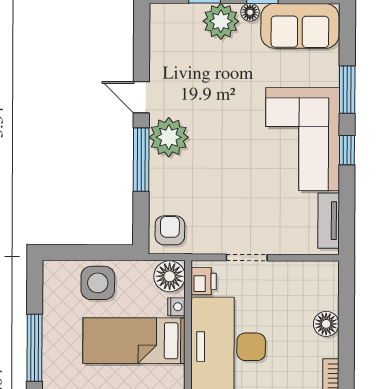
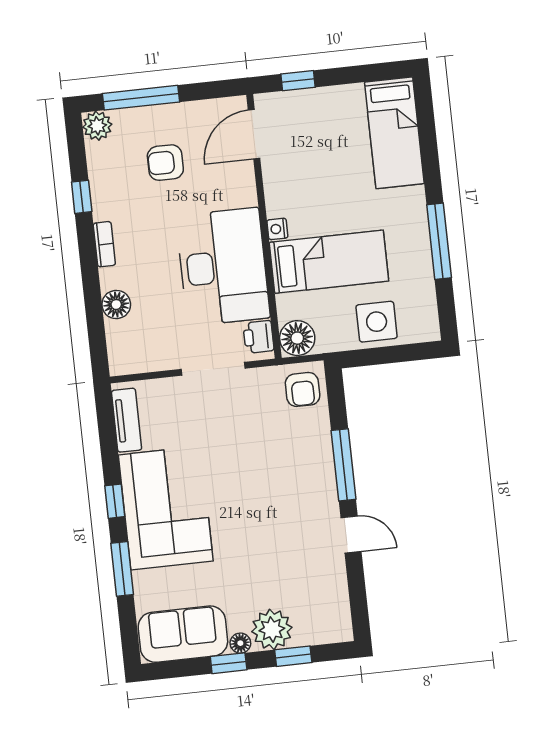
plant: (169, 137) -> (316, 493), removed
doorway: (247, 257) -> (213, 369), width x1.38
nightstand: (176, 307) -> (277, 229), moved

